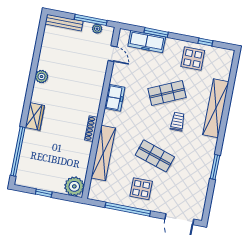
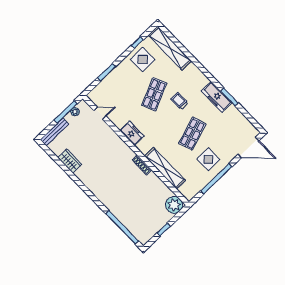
freezer: (147, 42) -> (217, 97), moved, turned 90
plant: (42, 77) -> (81, 174), removed
shelving: (216, 108) -> (170, 48), moved
wardrobe: (35, 116) -> (70, 161), moved
shop shelf: (155, 156) -> (192, 134), turned -36

